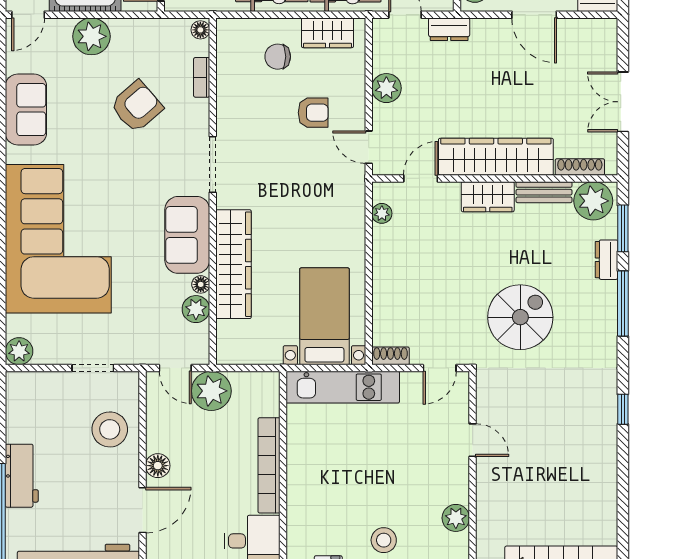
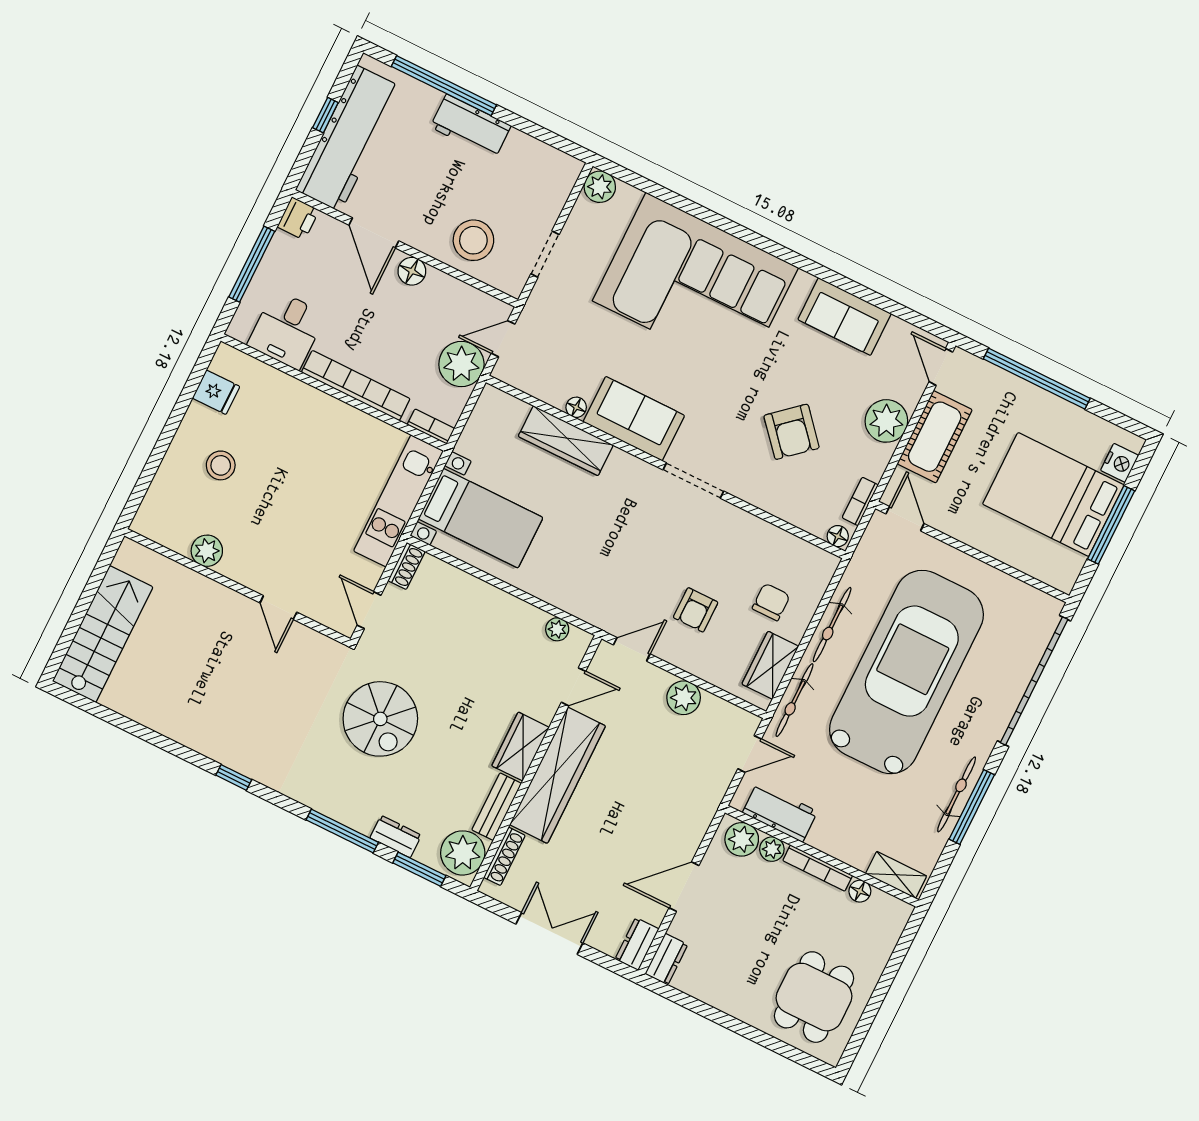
dresser: (449, 29) -> (637, 944), moved
bookcase: (202, 77) -> (860, 501), moved, turned -90
door: (421, 178) -> (573, 687), hinge flipped
wardrobe: (234, 264) -> (566, 441), width x0.71, depth x0.85
plant: (196, 309) -> (553, 390), removed
bookcase: (272, 391) -> (431, 427), added
door: (473, 440) -> (278, 608), hinge flipped

